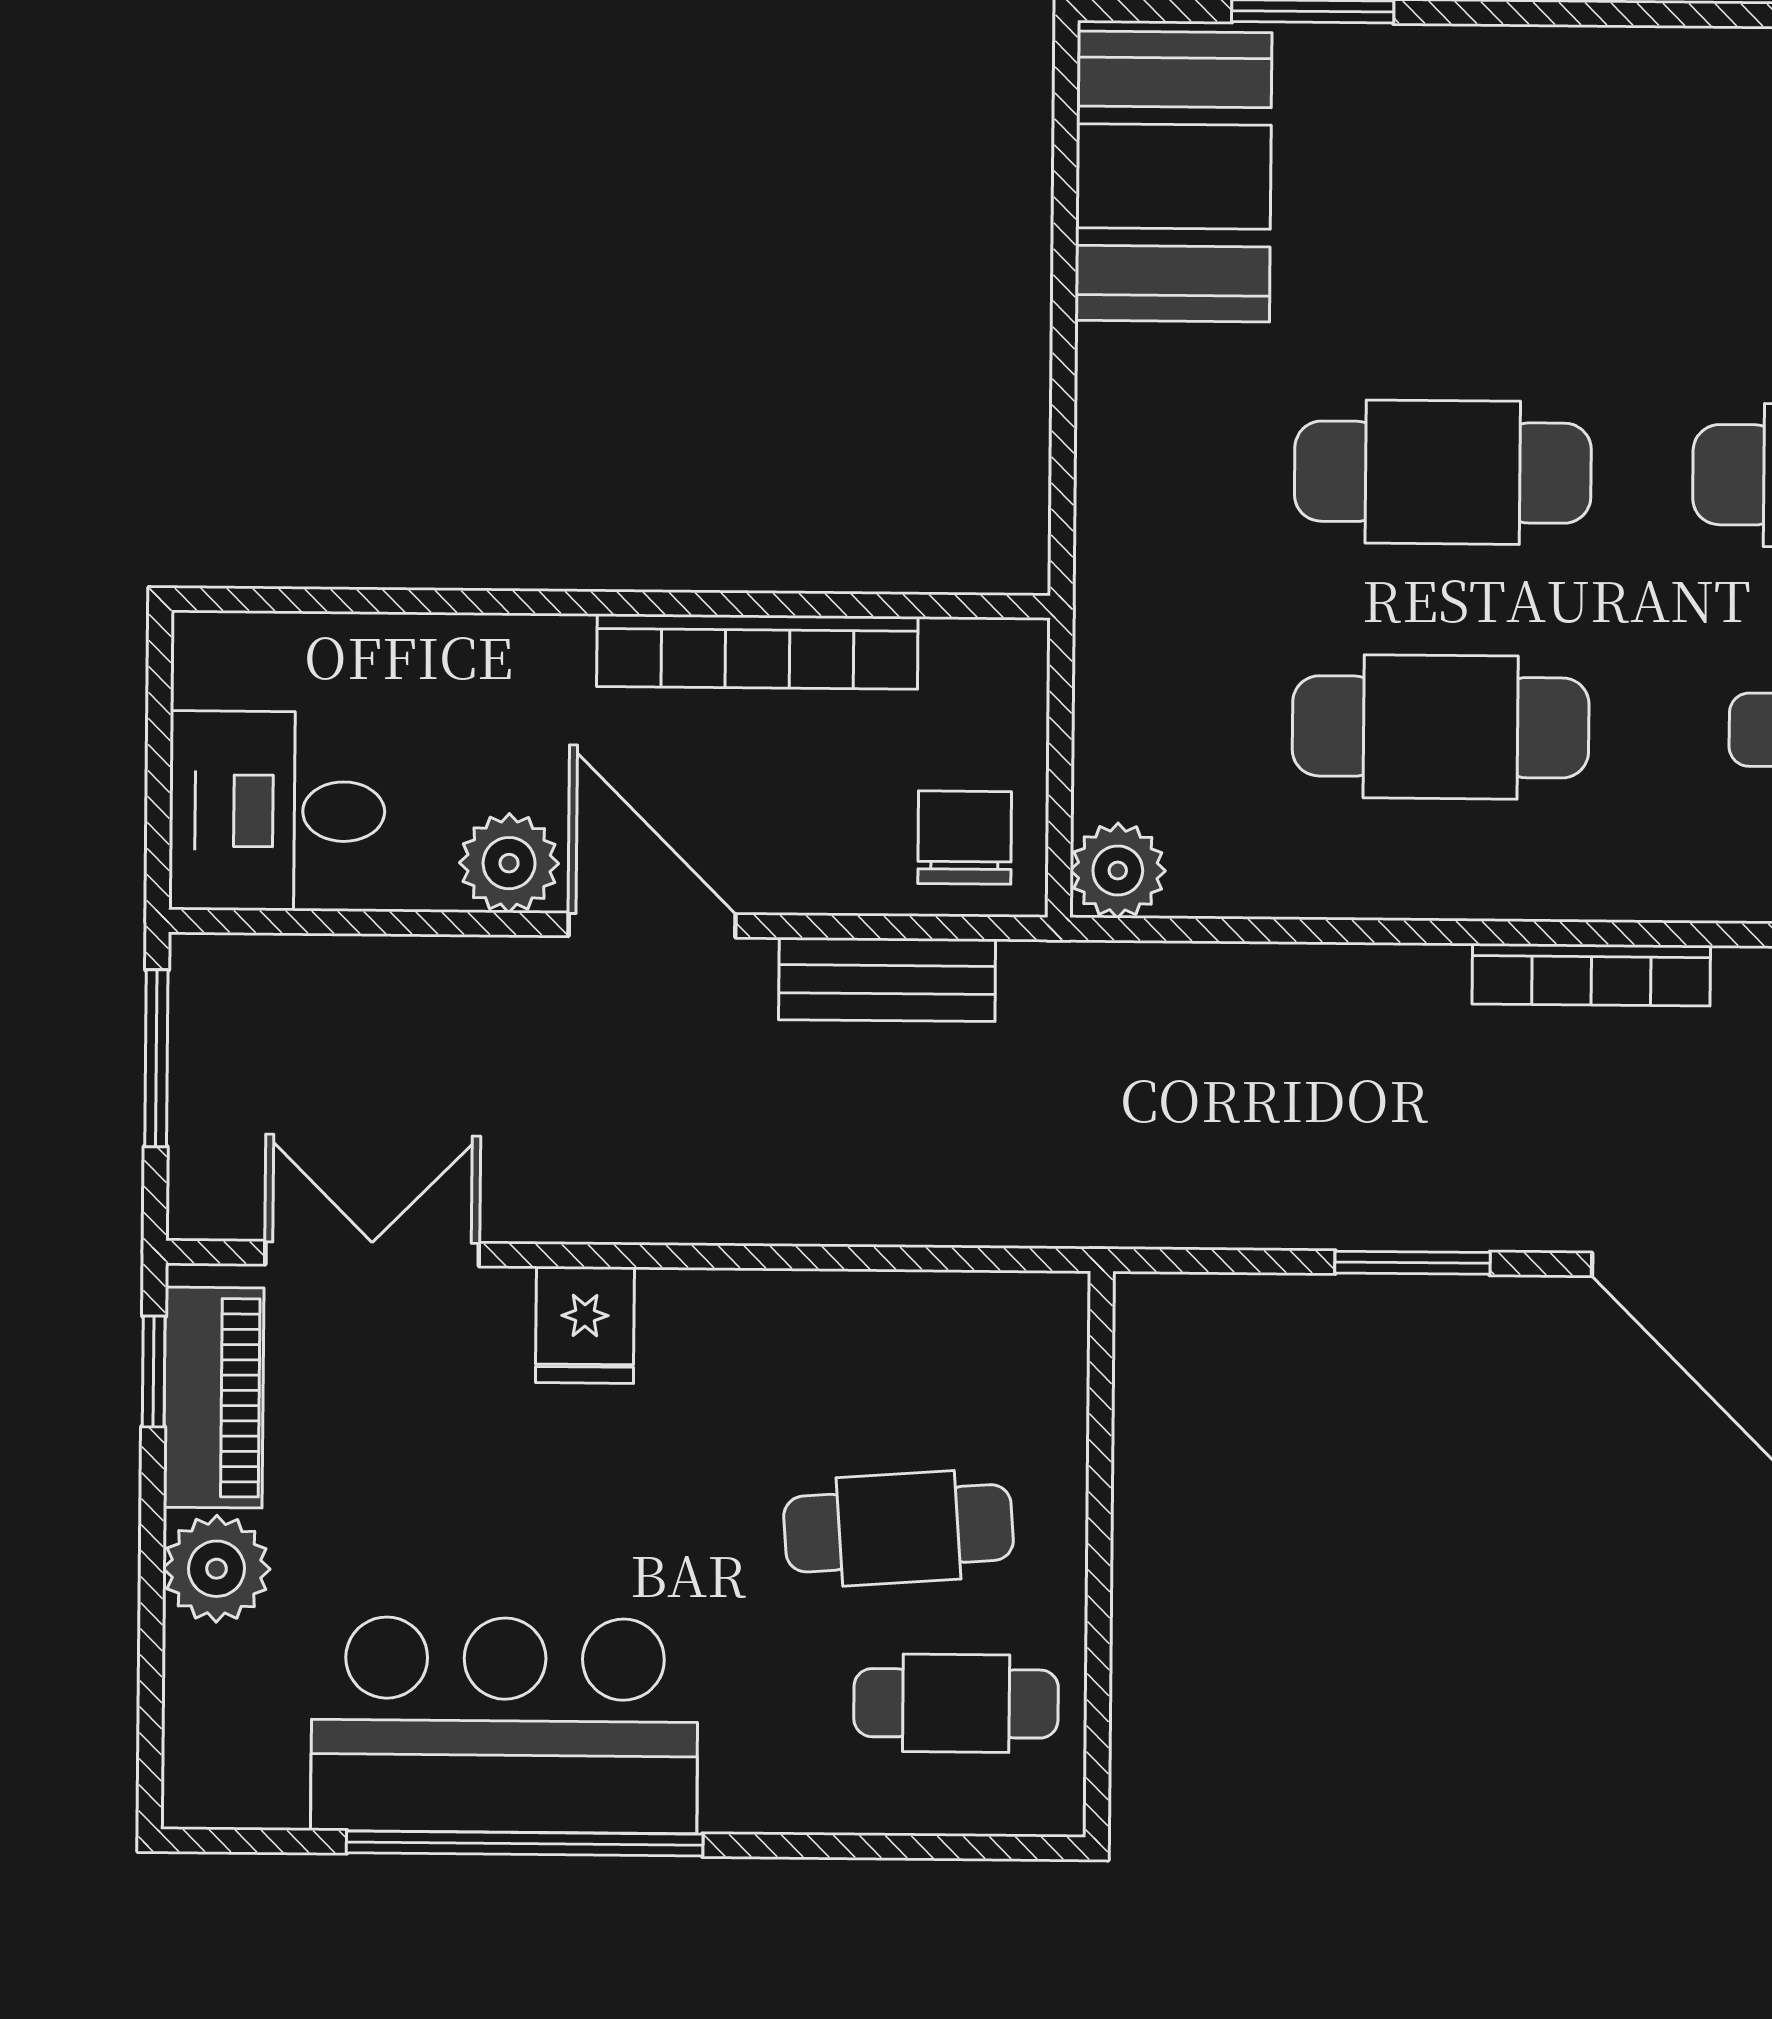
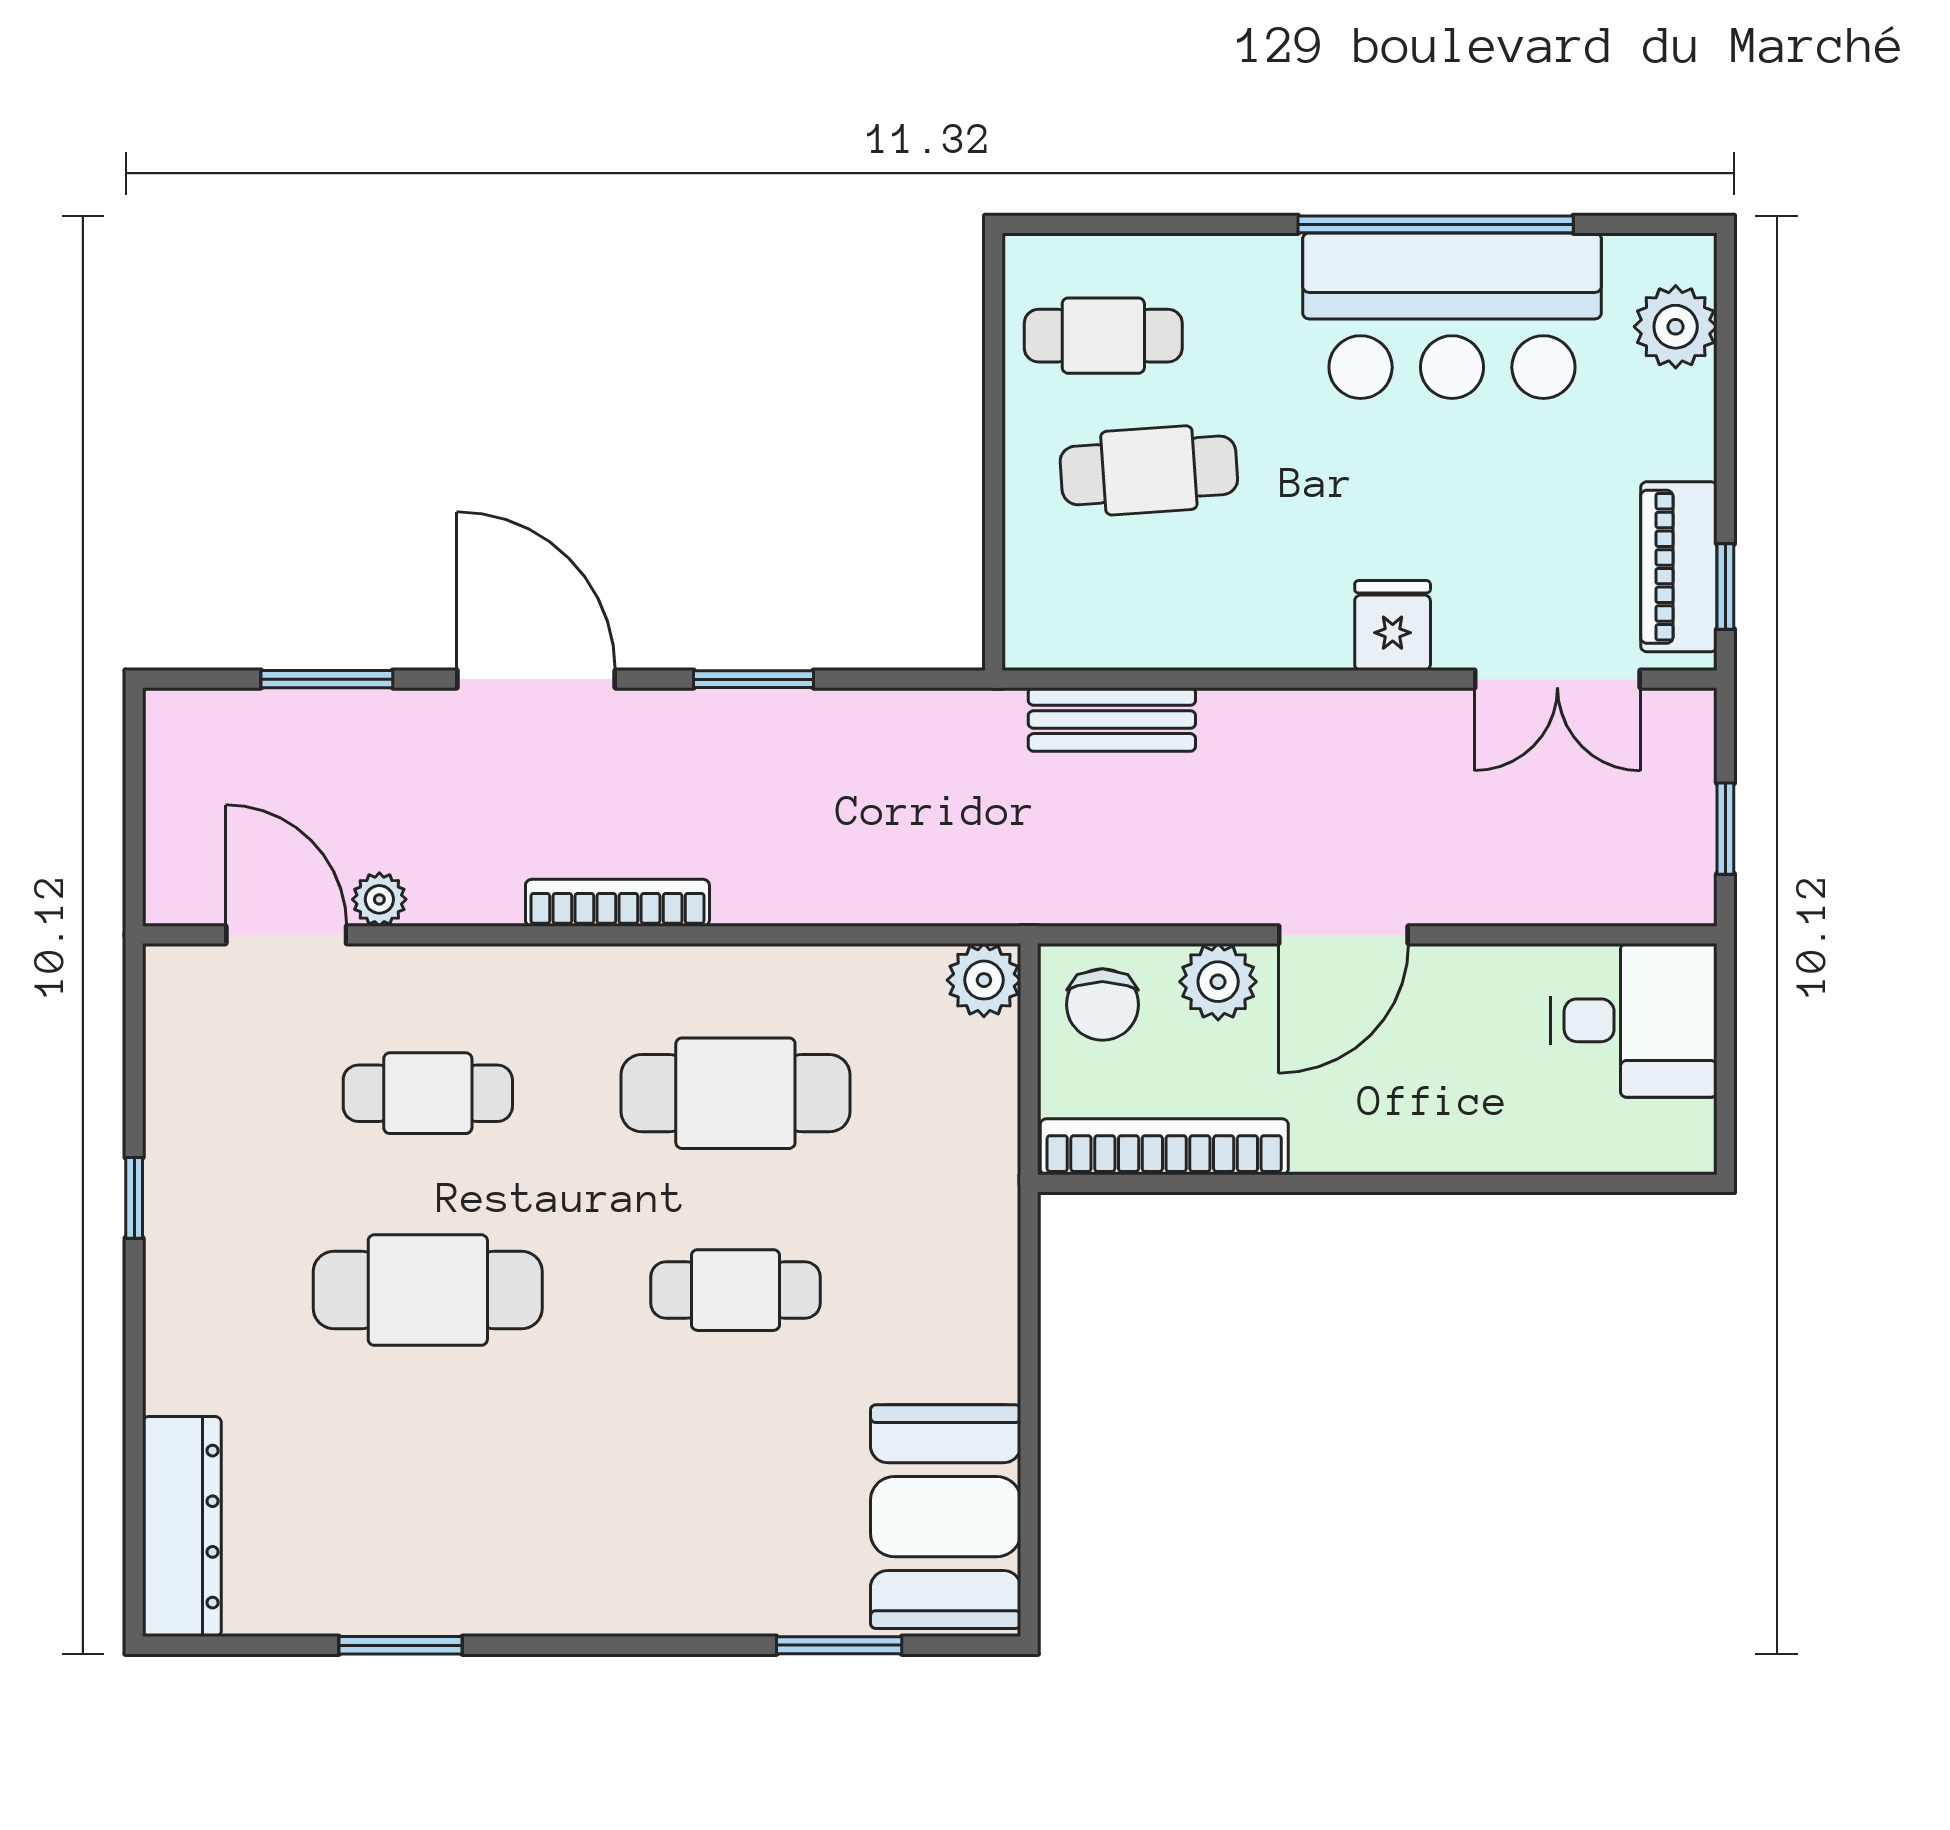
cafe table: (1443, 472) -> (735, 1290), width x0.73, depth x0.74
bookcase: (757, 652) -> (1164, 1147), moved
plant: (509, 863) -> (1218, 982), moved
door: (652, 925) -> (1343, 935), hinge flipped
bench: (887, 979) -> (1112, 719), moved
window: (156, 1058) -> (1725, 829), width x0.67
plant: (216, 1569) -> (1676, 327), moved

